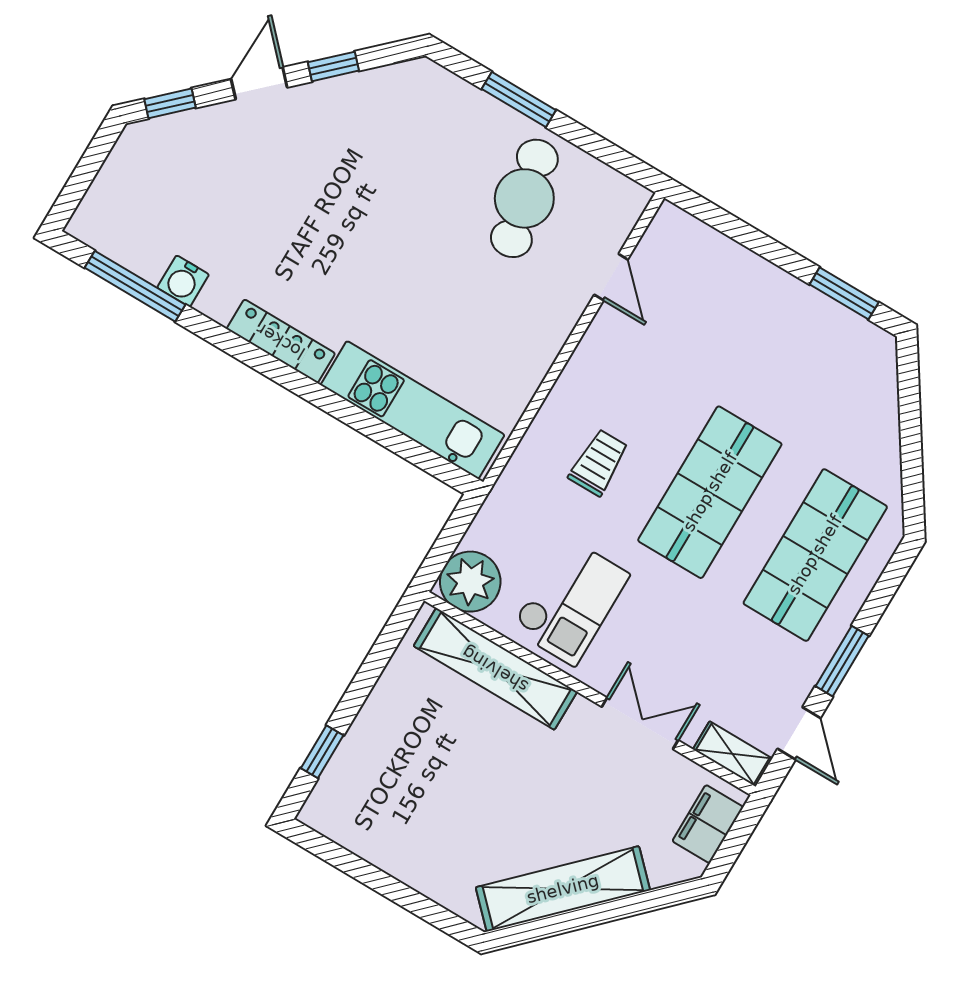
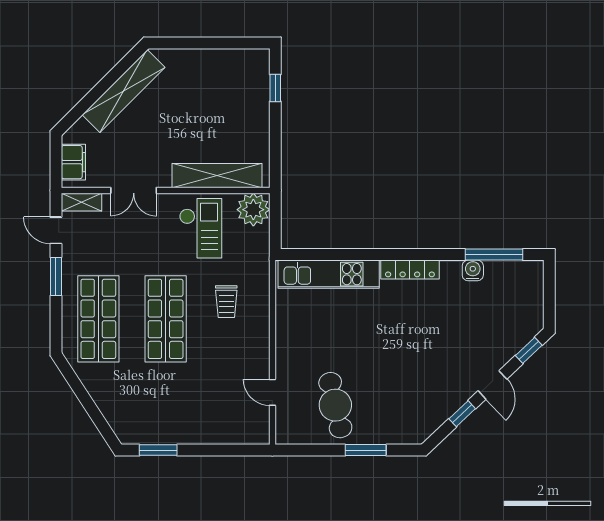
checkout: (570, 602) -> (201, 228), turned 180

